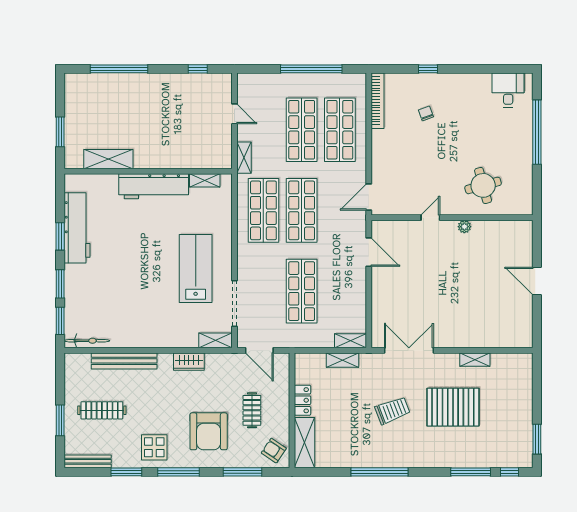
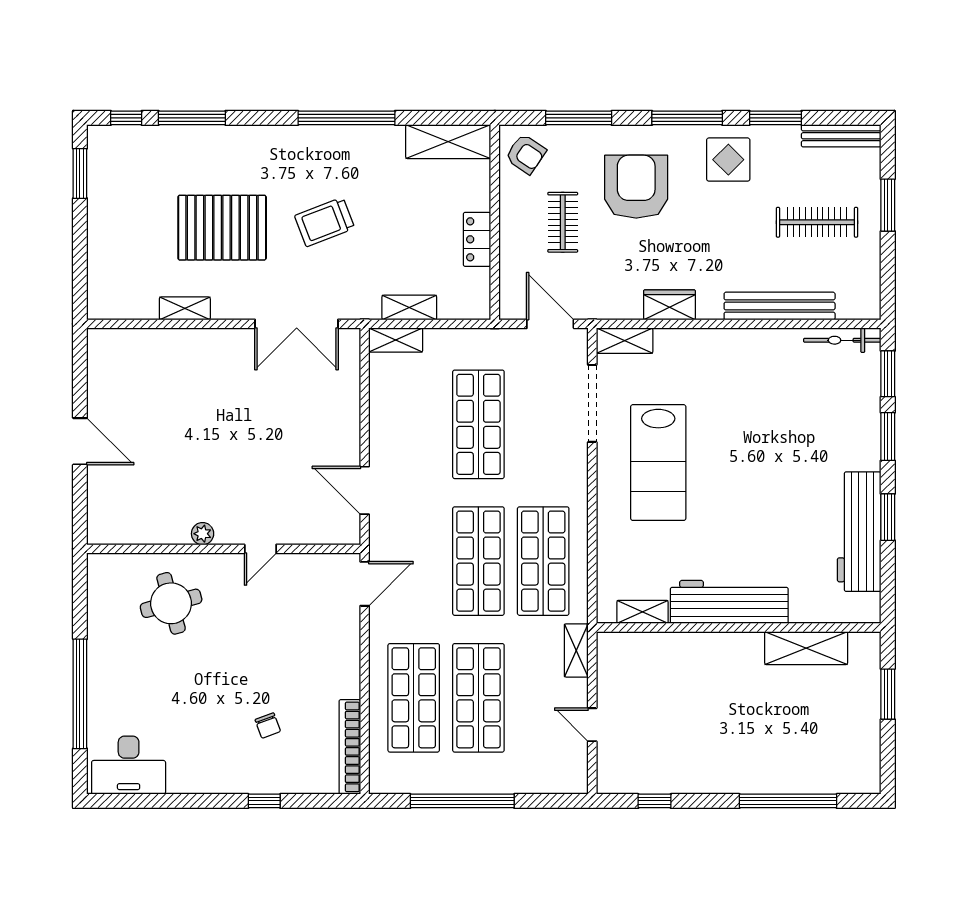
desk: (508, 90) -> (129, 765), width x1.37
shelving: (304, 443) -> (448, 142), moved, turned 90

